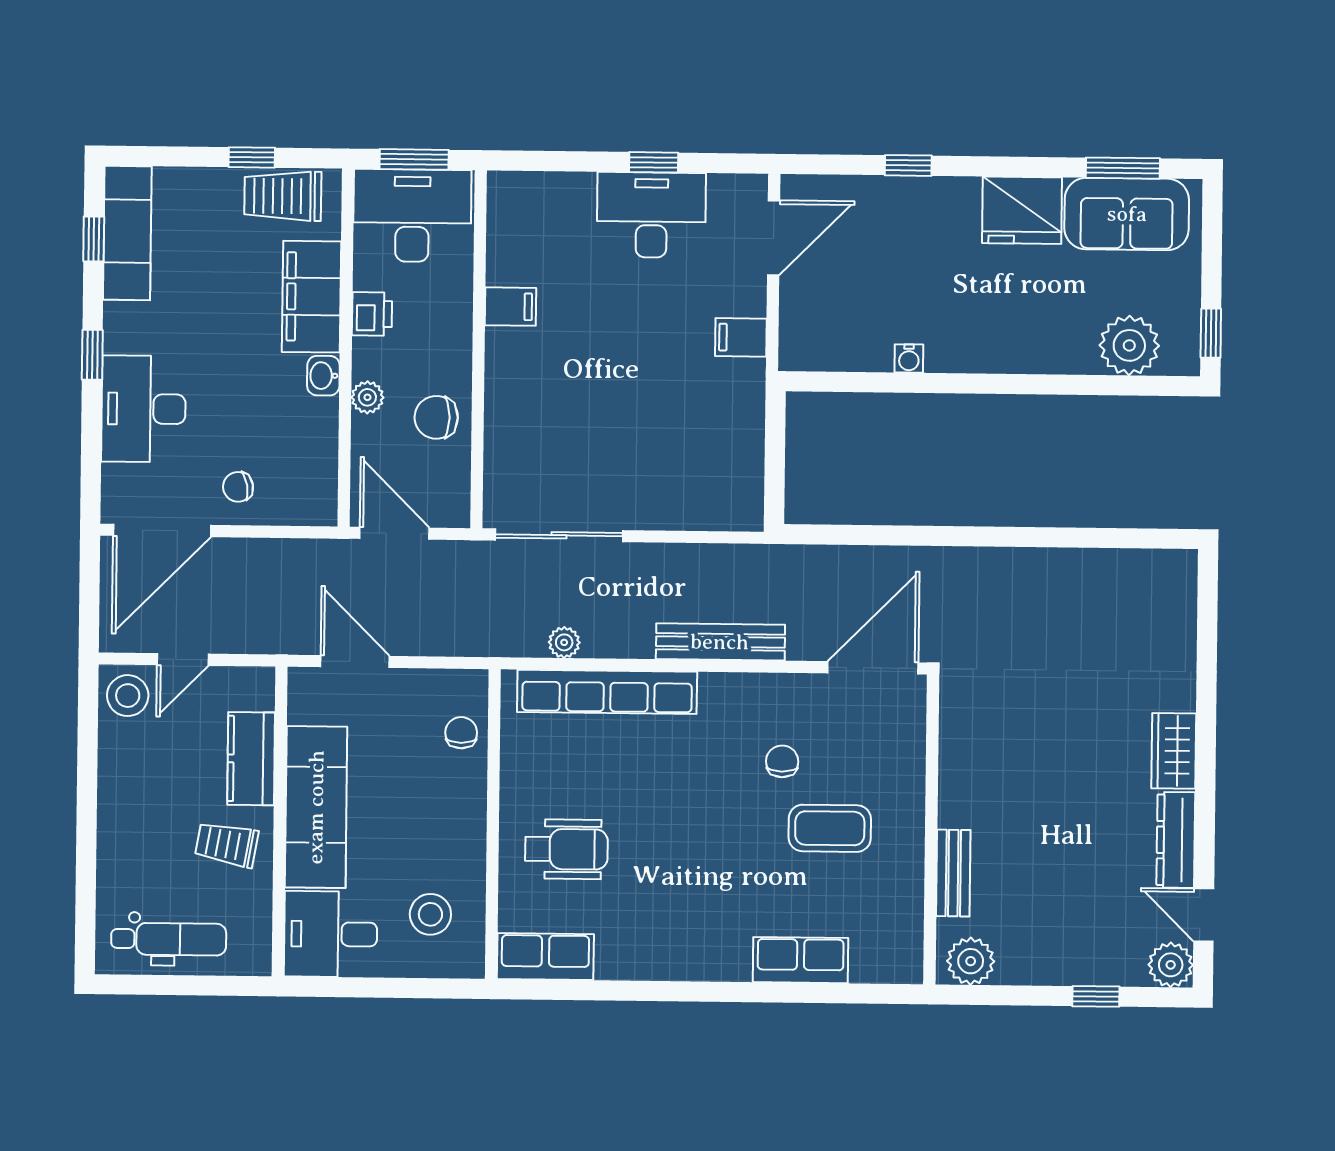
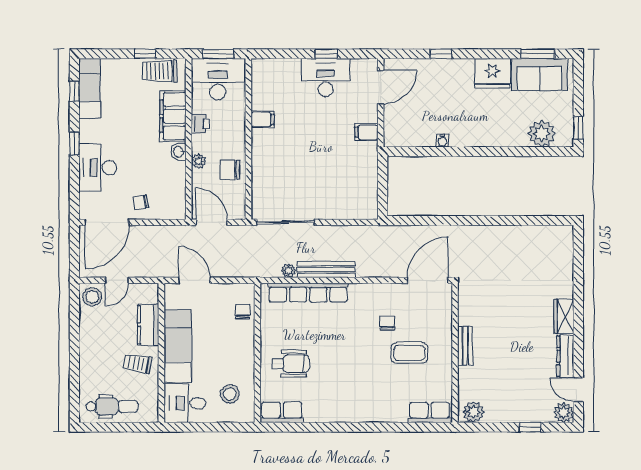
bench: (720, 642) -> (326, 270), moved
bench: (953, 873) -> (465, 346), moved
row of seats: (801, 960) -> (429, 412), moved

